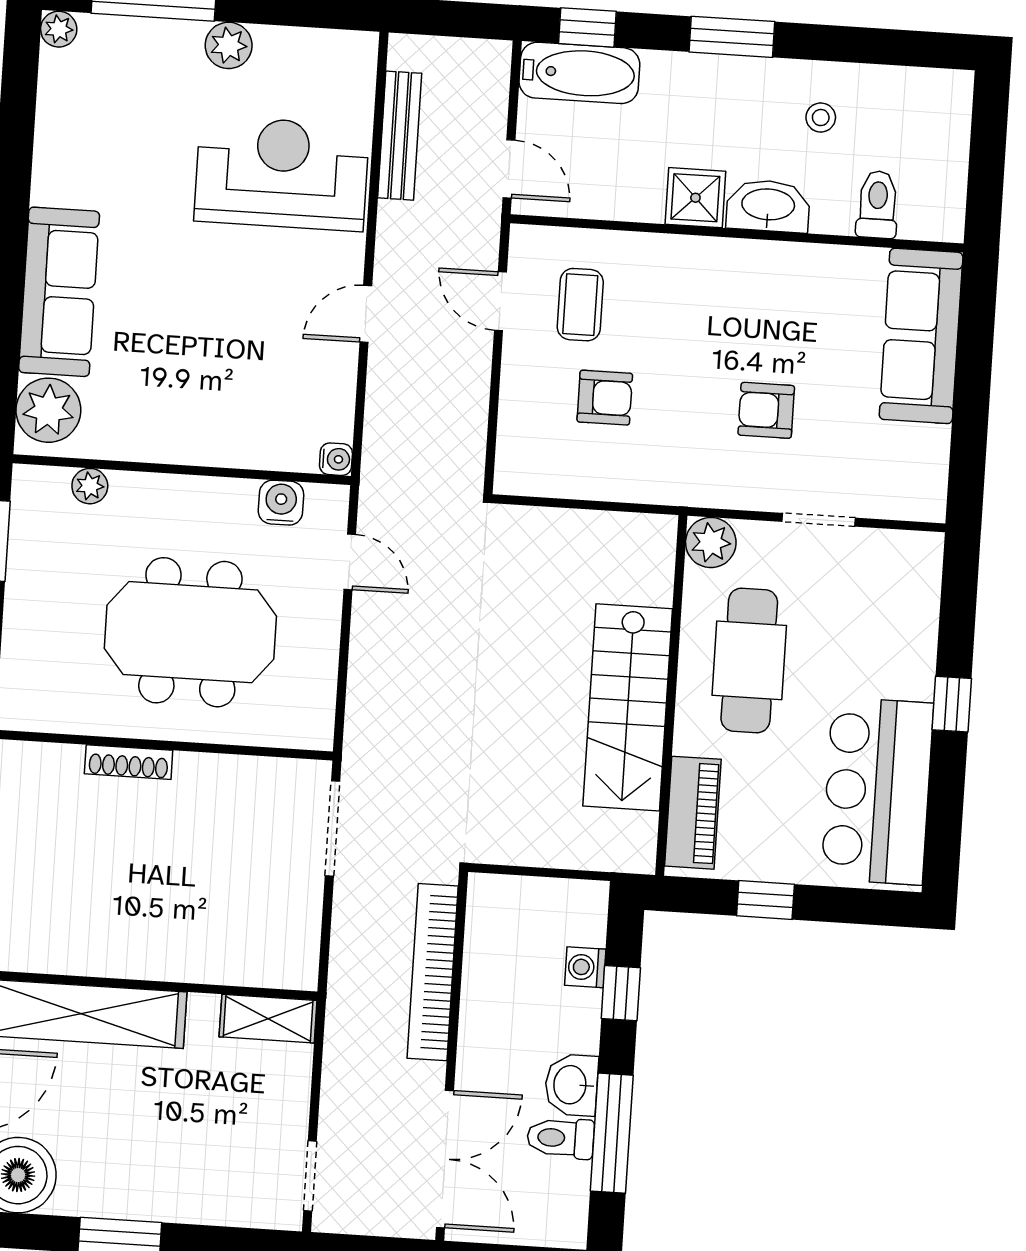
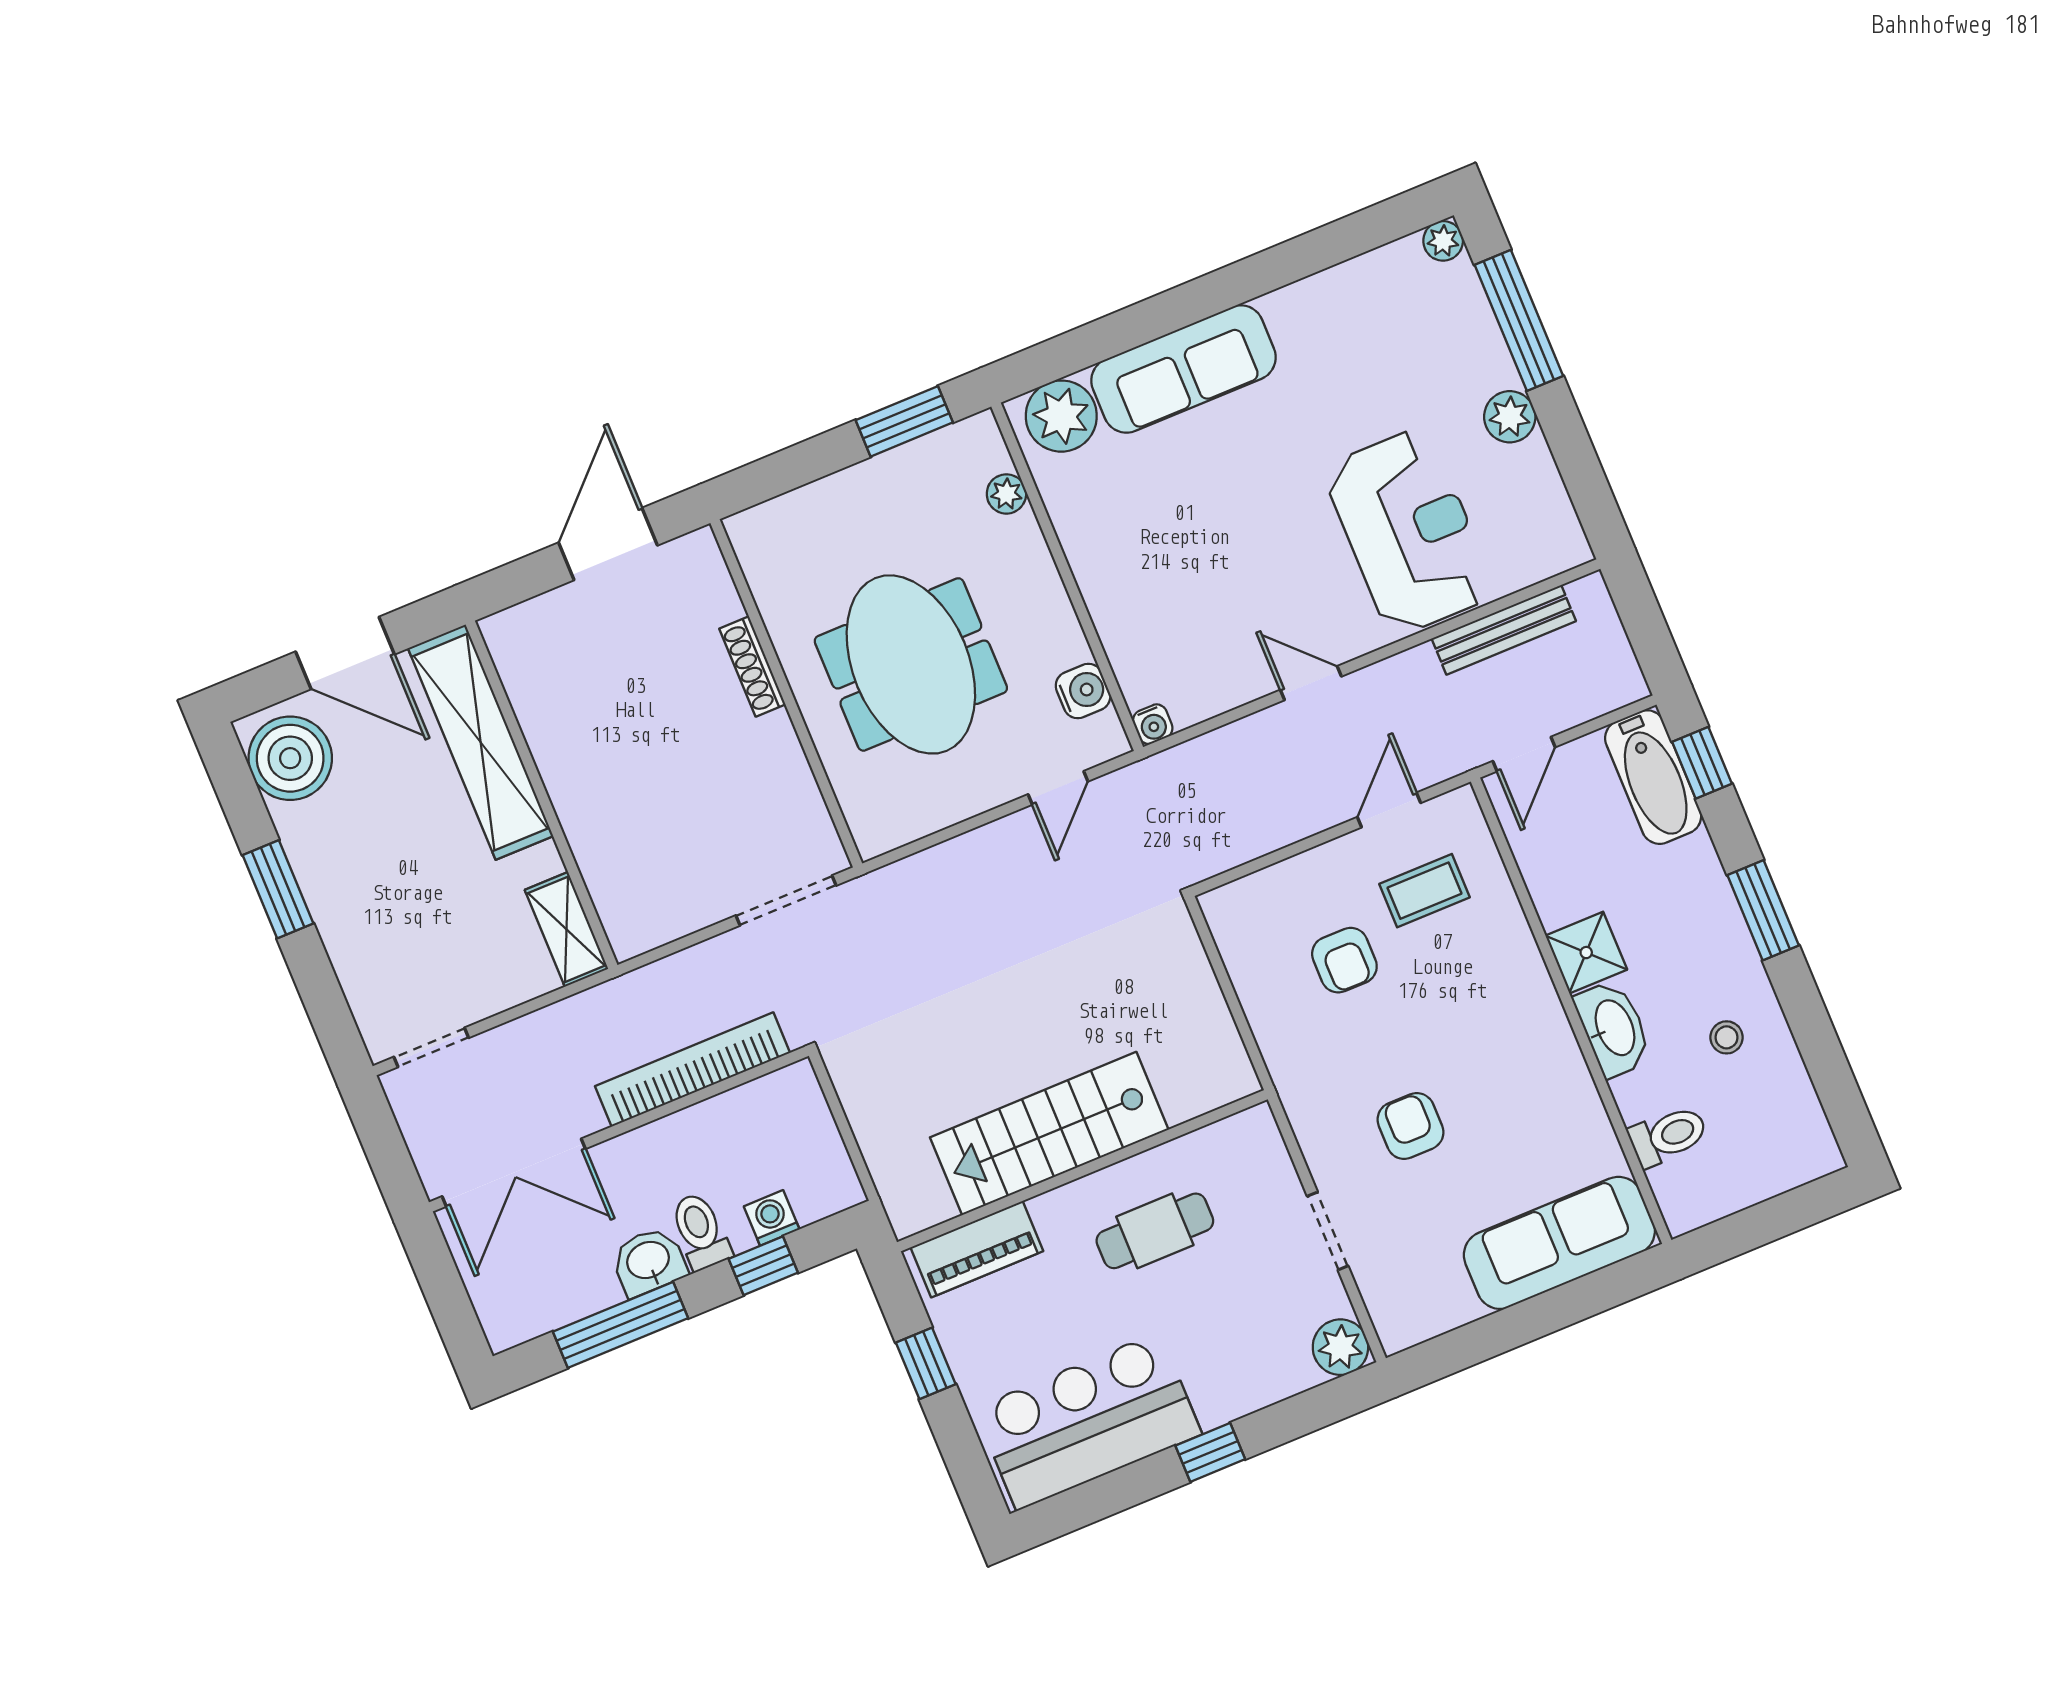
plant: (711, 542) -> (1340, 1347), moved
cafe table: (749, 660) -> (1155, 1231), width x0.73, depth x0.74
toilet: (560, 1138) -> (700, 1231), moved

